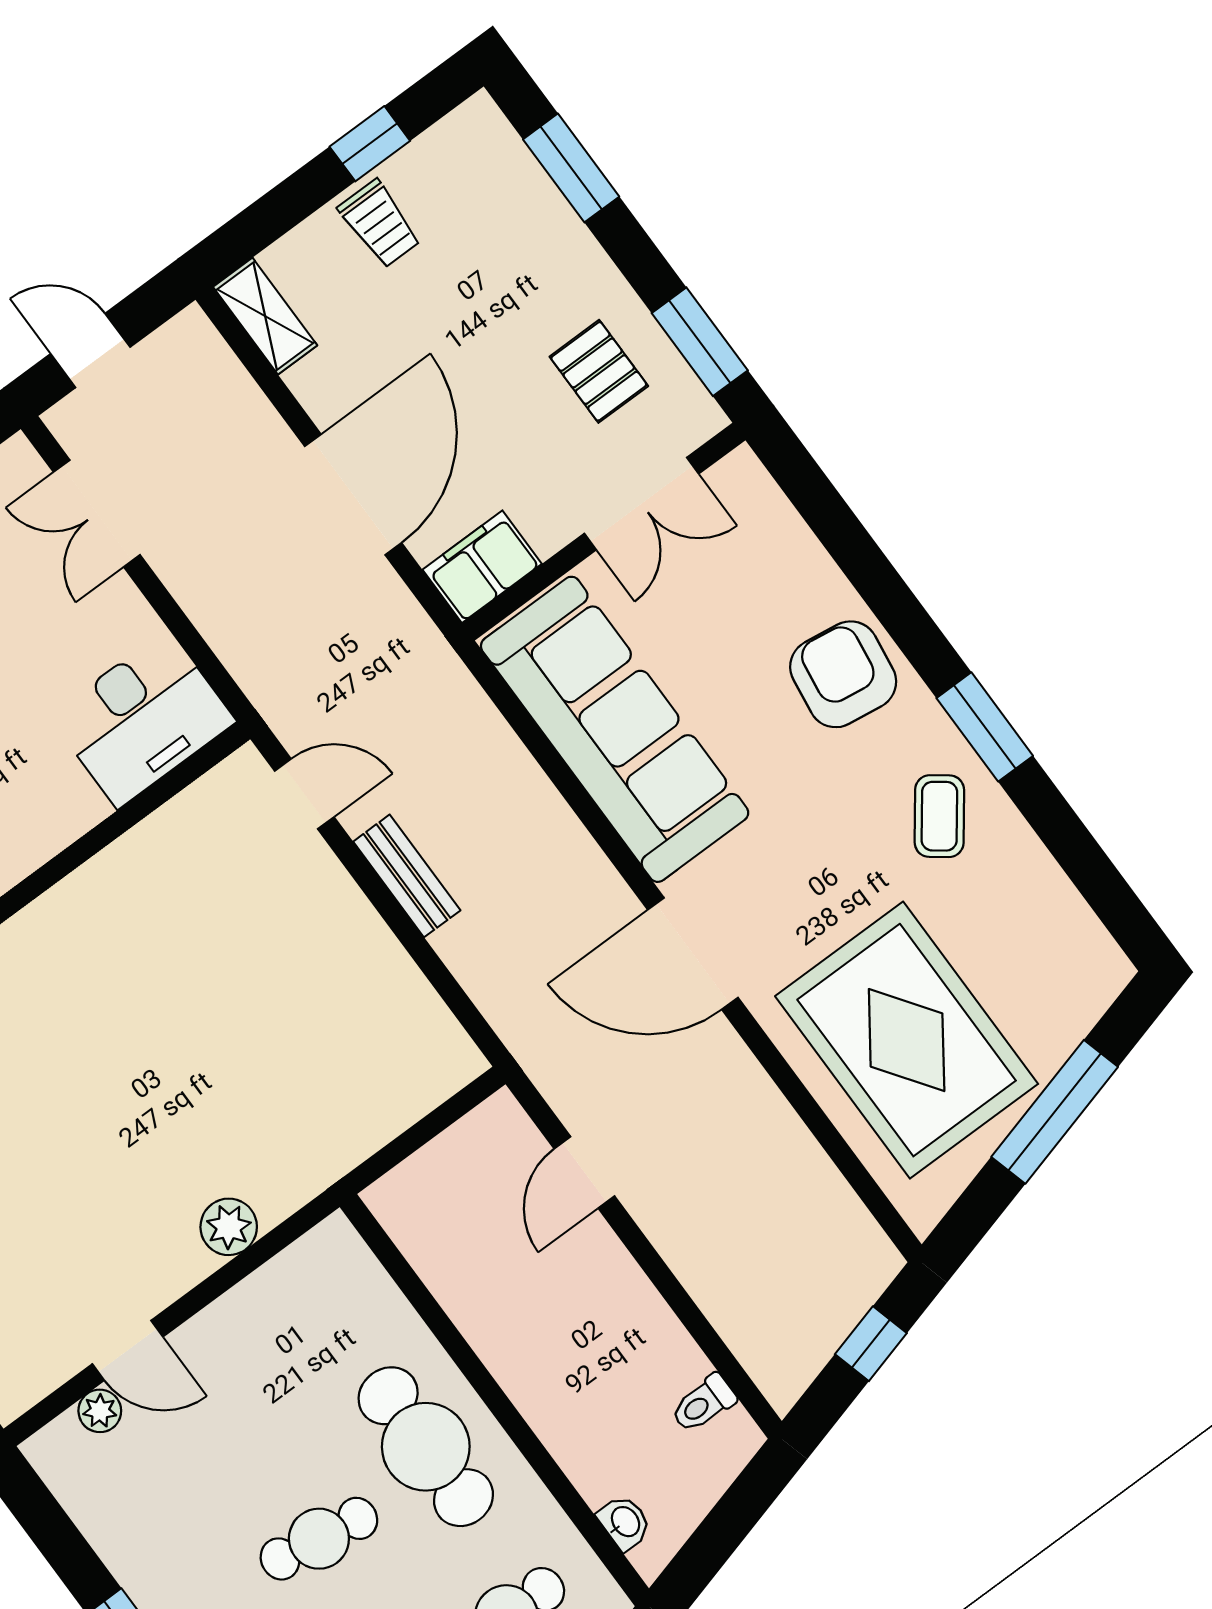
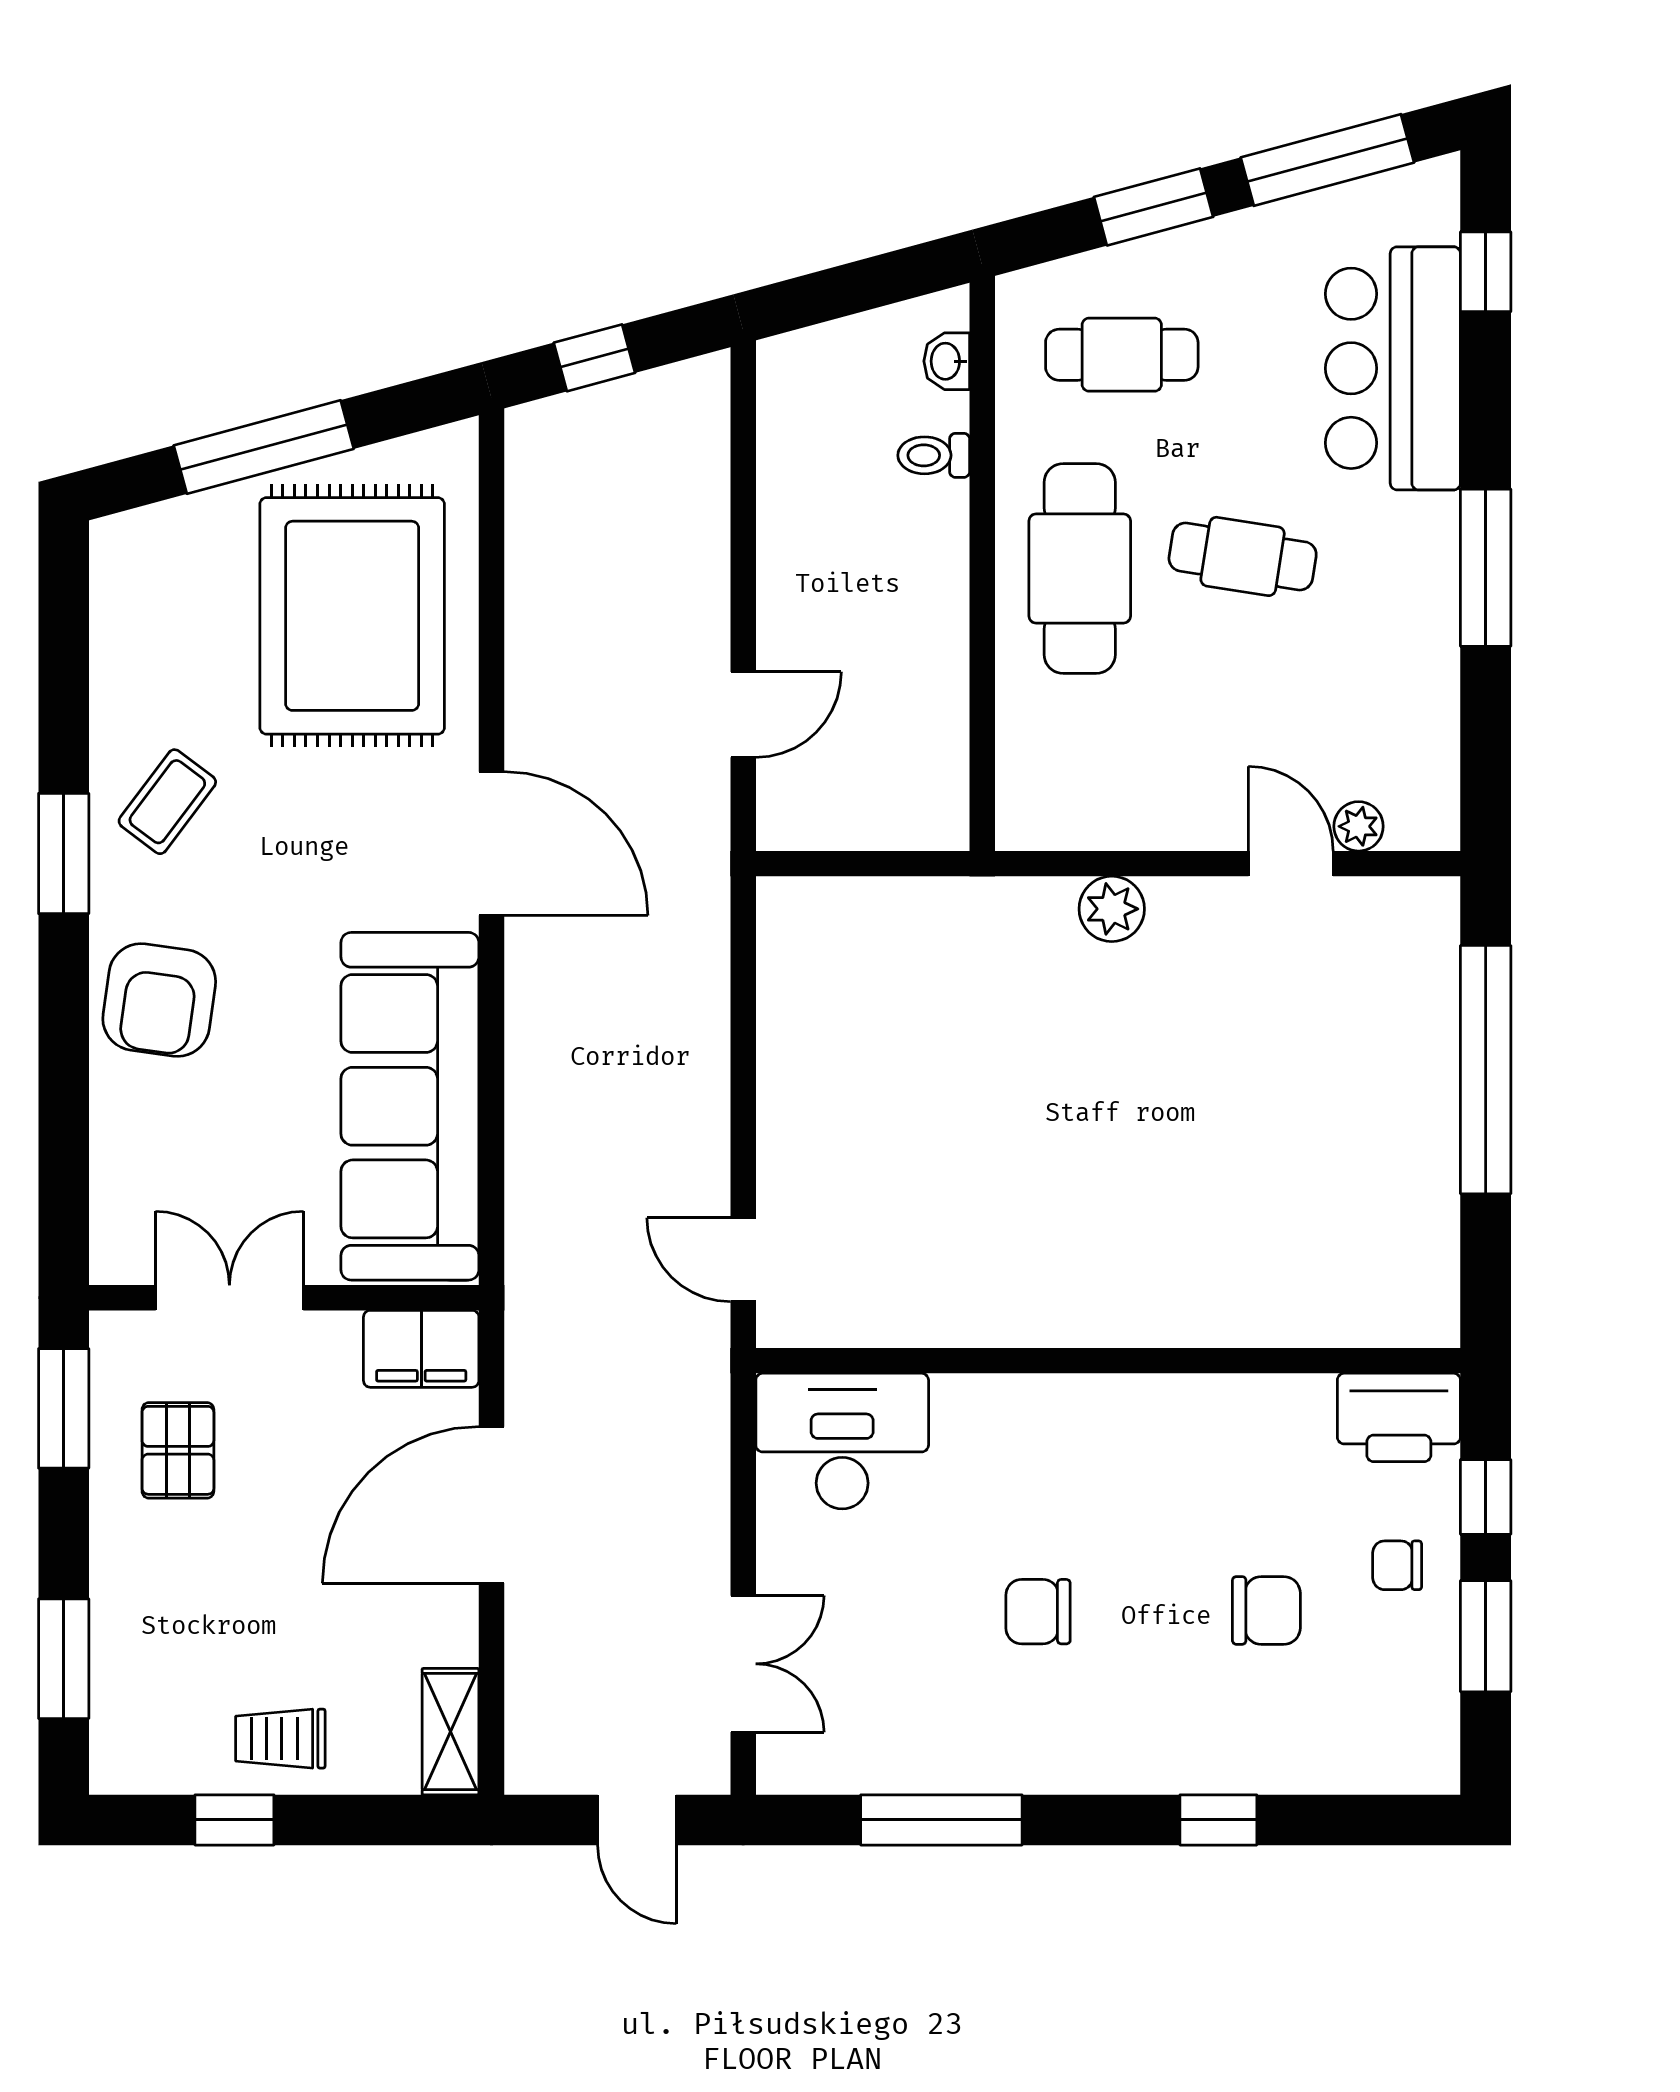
trolley: (380, 224) -> (280, 1739), turned -90
bench: (407, 876) -> (704, 1113), removed
toilet: (703, 1404) -> (934, 455), moved, turned 180

